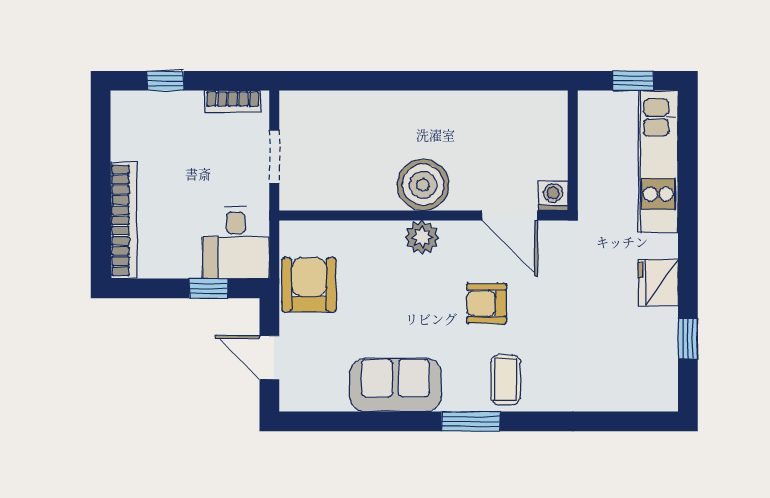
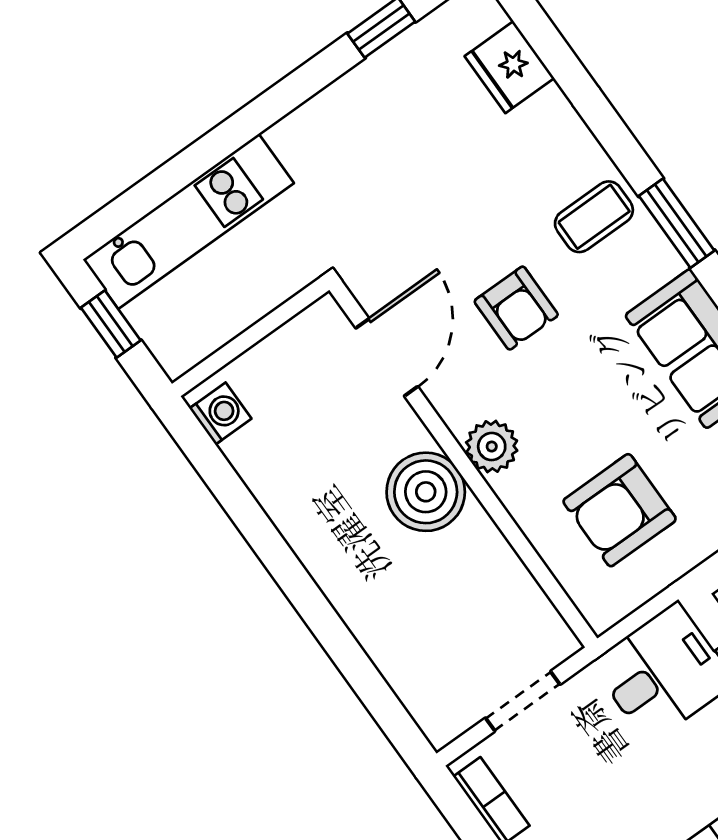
washing machine: (553, 196) -> (220, 413), moved, turned 180
fridge: (658, 282) -> (509, 67), moved, turned 90
armchair: (309, 285) -> (620, 510), moved

